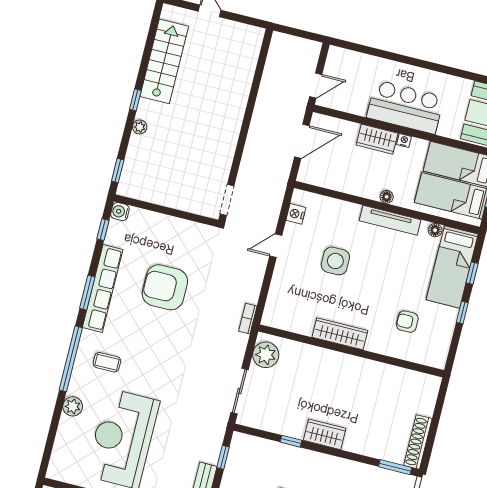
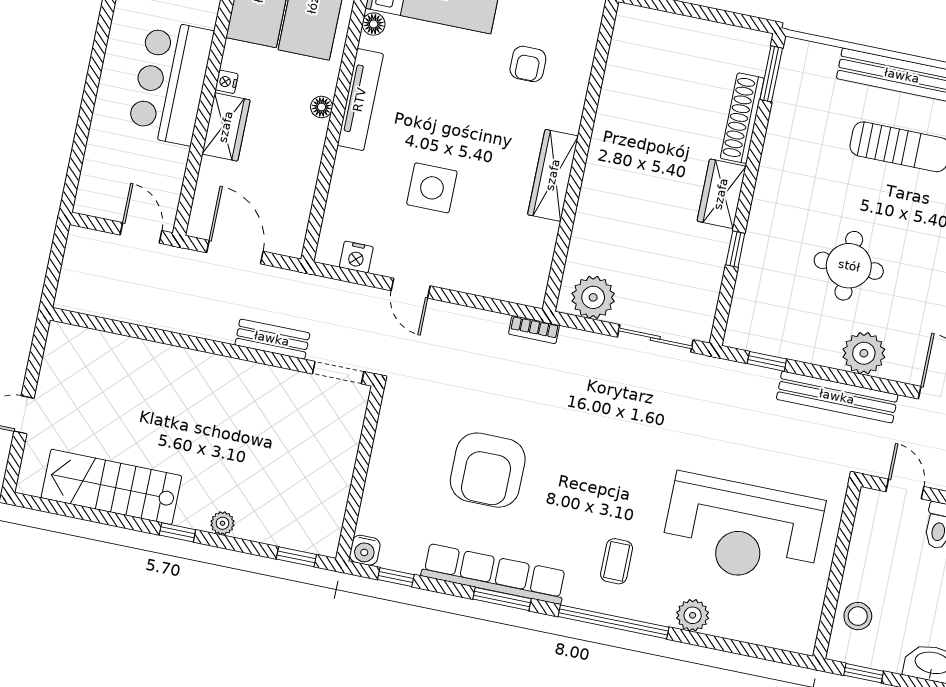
bench: (249, 162) -> (272, 339), added
shoe rack: (418, 442) -> (742, 118), moved, turned 90

